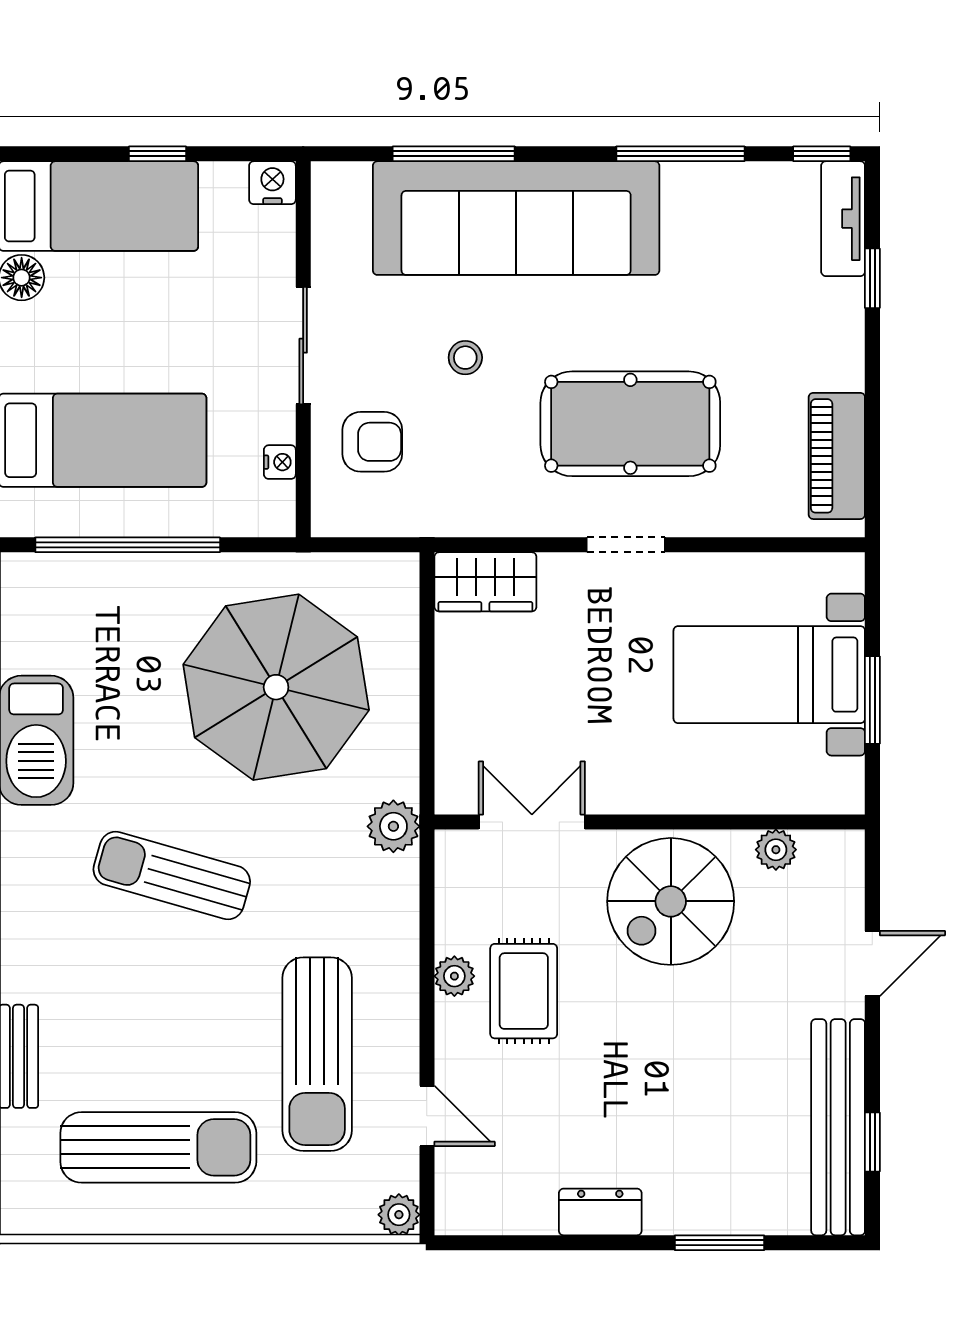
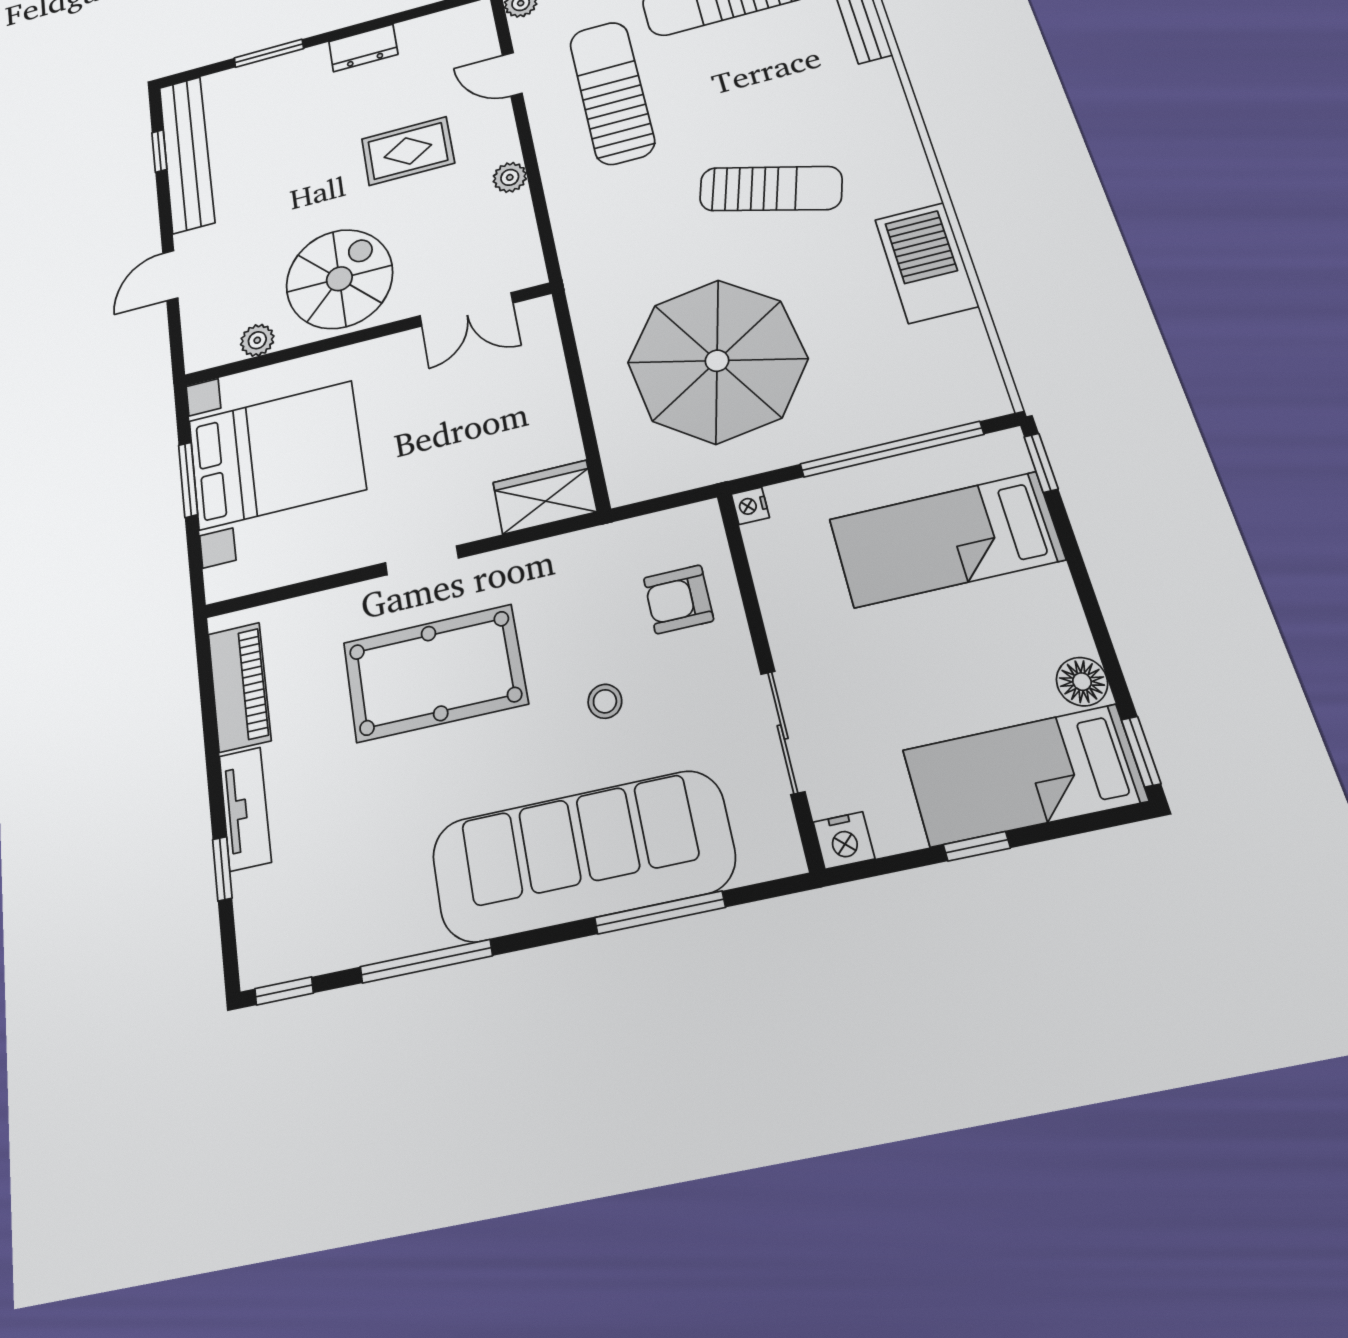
tv unit: (843, 219) -> (245, 809), moved
sliding door: (303, 346) -> (783, 732), moved
nightstand: (280, 462) -> (750, 506), moved
bed with nightstands: (769, 675) -> (276, 455), width x1.36
plant: (393, 826) -> (585, 276), removed
rug: (524, 991) -> (408, 151), moved, turned 90

